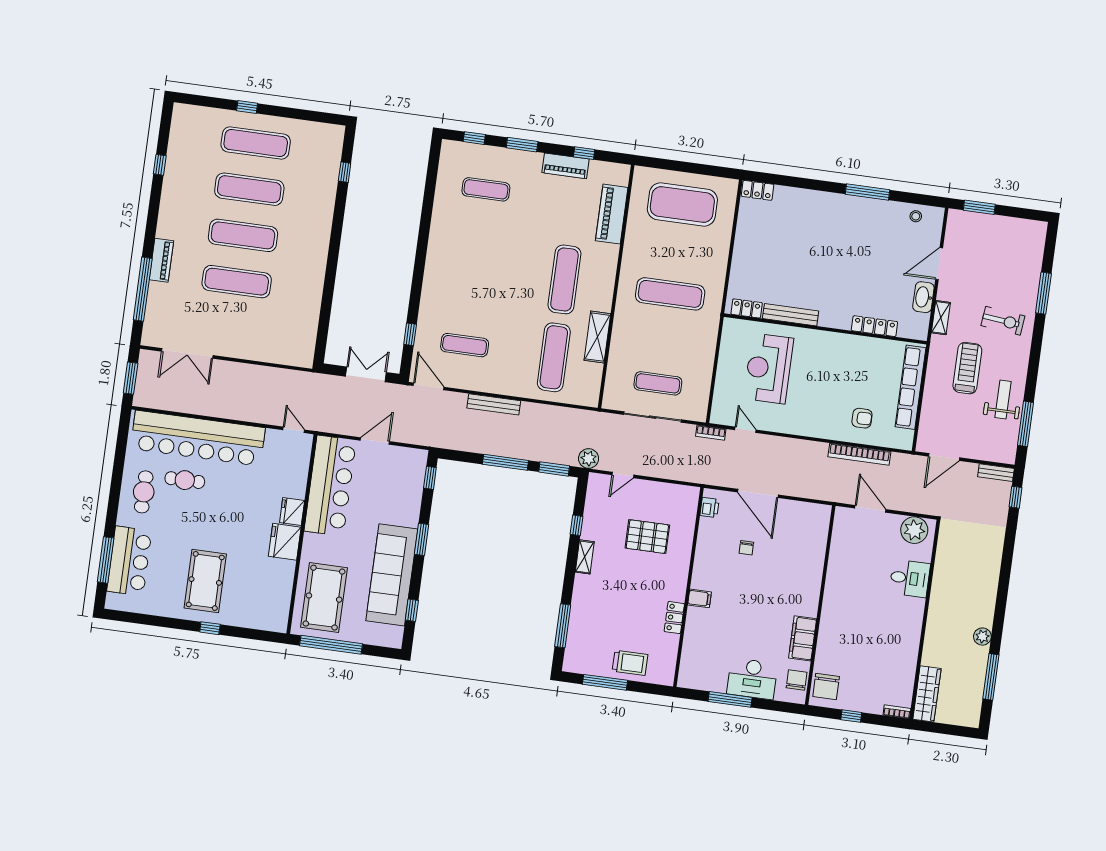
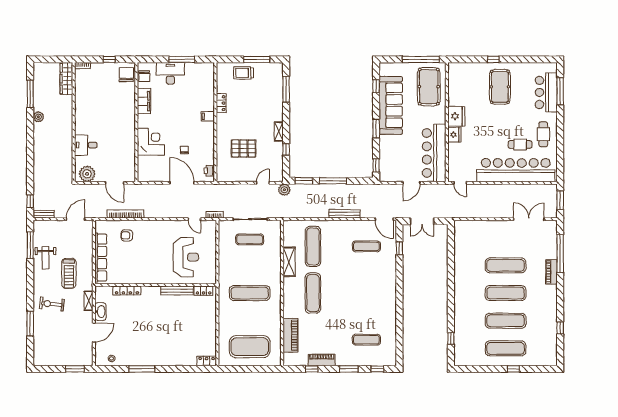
corner desk: (800, 569) -> (151, 142), added

